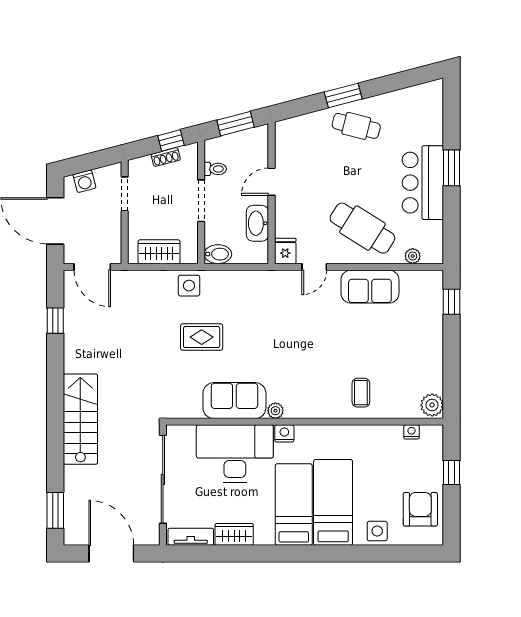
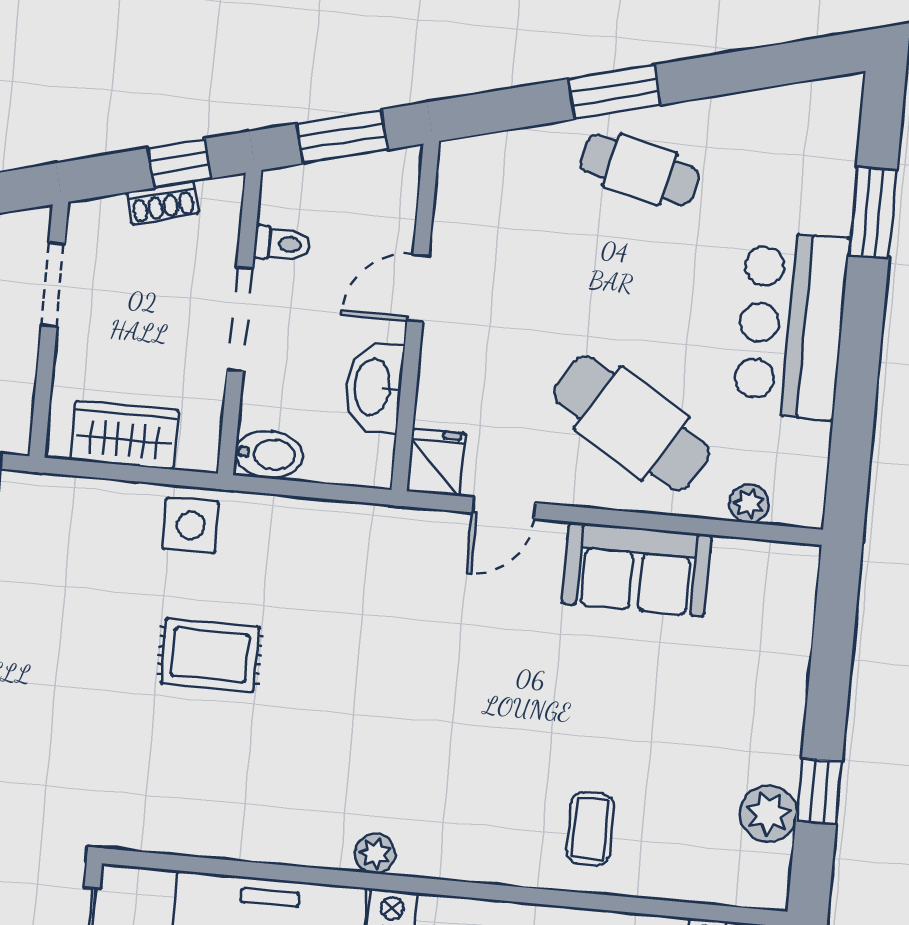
window: (451, 168) -> (873, 213), moved
window: (451, 302) -> (819, 791), moved
sofa: (234, 401) -> (276, 819), removed
plant: (432, 405) -> (768, 814), moved

